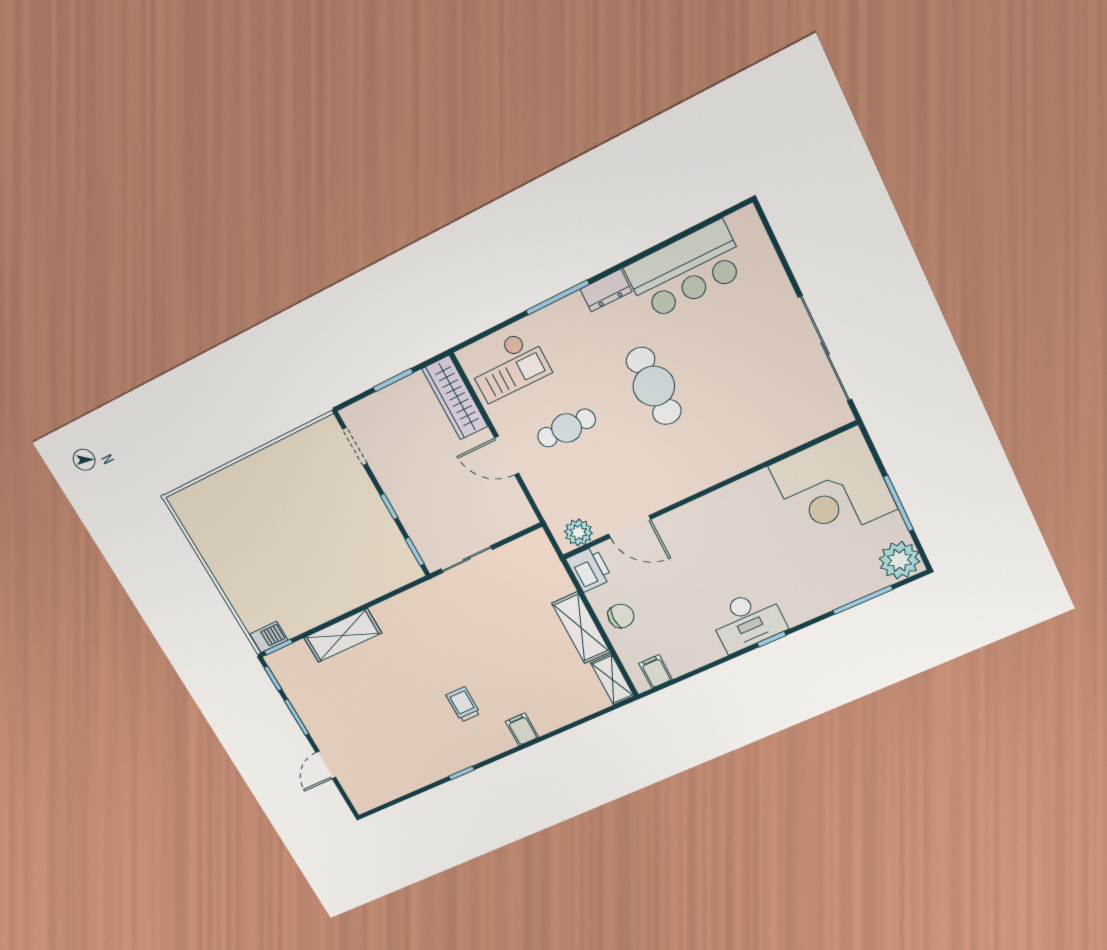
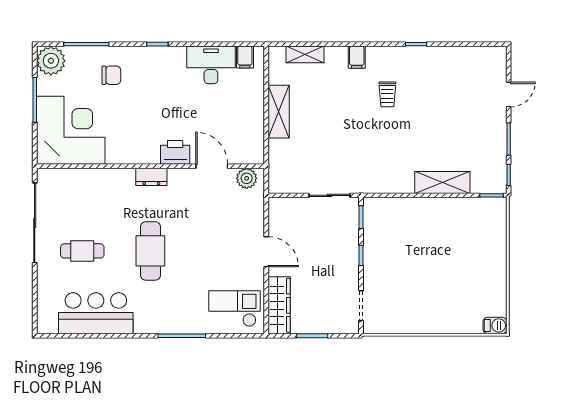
dresser: (606, 290) -> (151, 177), moved, turned 180
cafe table: (567, 428) -> (82, 251), moved
printer: (589, 569) -> (175, 152), moved, turned 90
chair: (621, 616) -> (111, 75), moved, turned 180
desk: (748, 620) -> (211, 65), moved
barbecue: (269, 637) -> (495, 325), moved, turned 180
shelving: (612, 679) -> (305, 54), moved, turned 90

